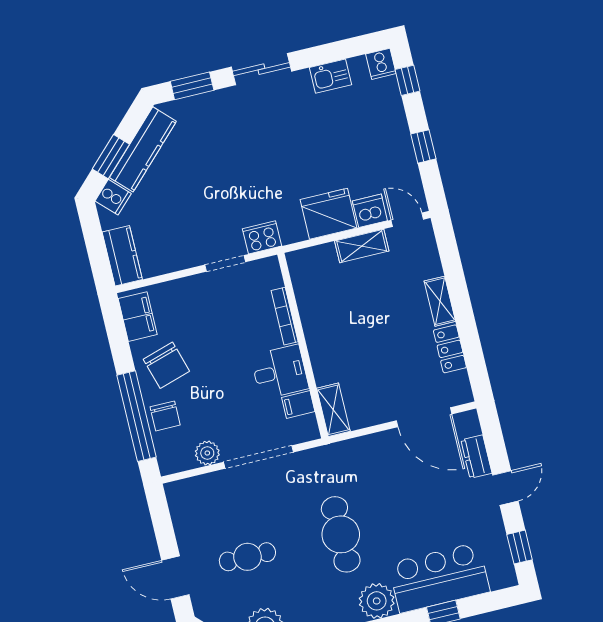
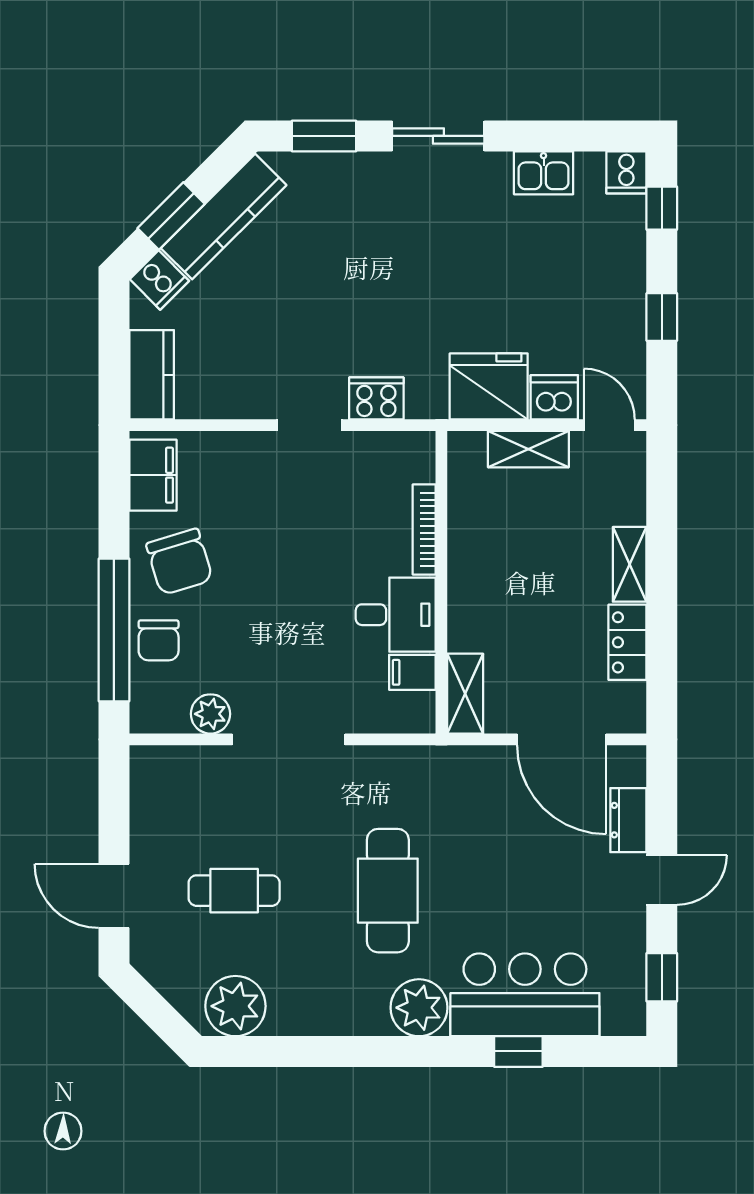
bookcase: (285, 316) -> (424, 529), moved
wall: (303, 346) -> (441, 582), moved
desk: (280, 372) -> (396, 615), moved
filing cabinet: (298, 405) -> (412, 672), moved
shelving: (333, 410) -> (465, 694), moved

